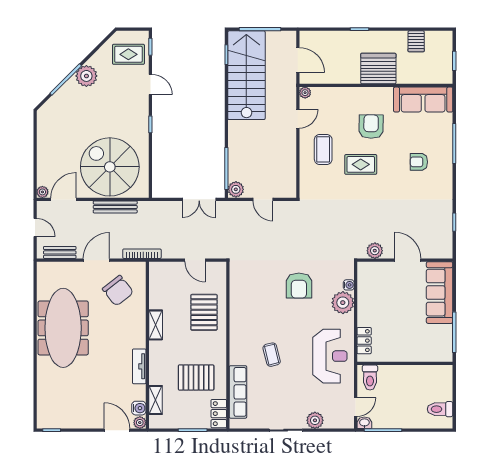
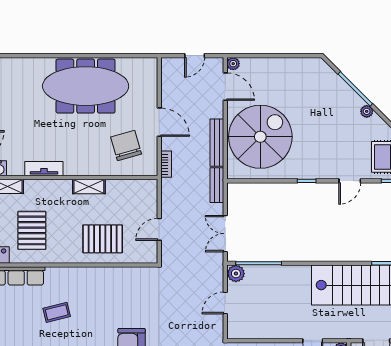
plant: (86, 76) -> (367, 111), width x0.53, depth x0.53
bench: (60, 252) -> (217, 185), moved
bookcase: (142, 254) -> (166, 164), width x0.64
chair: (118, 291) -> (126, 146), turned 112

